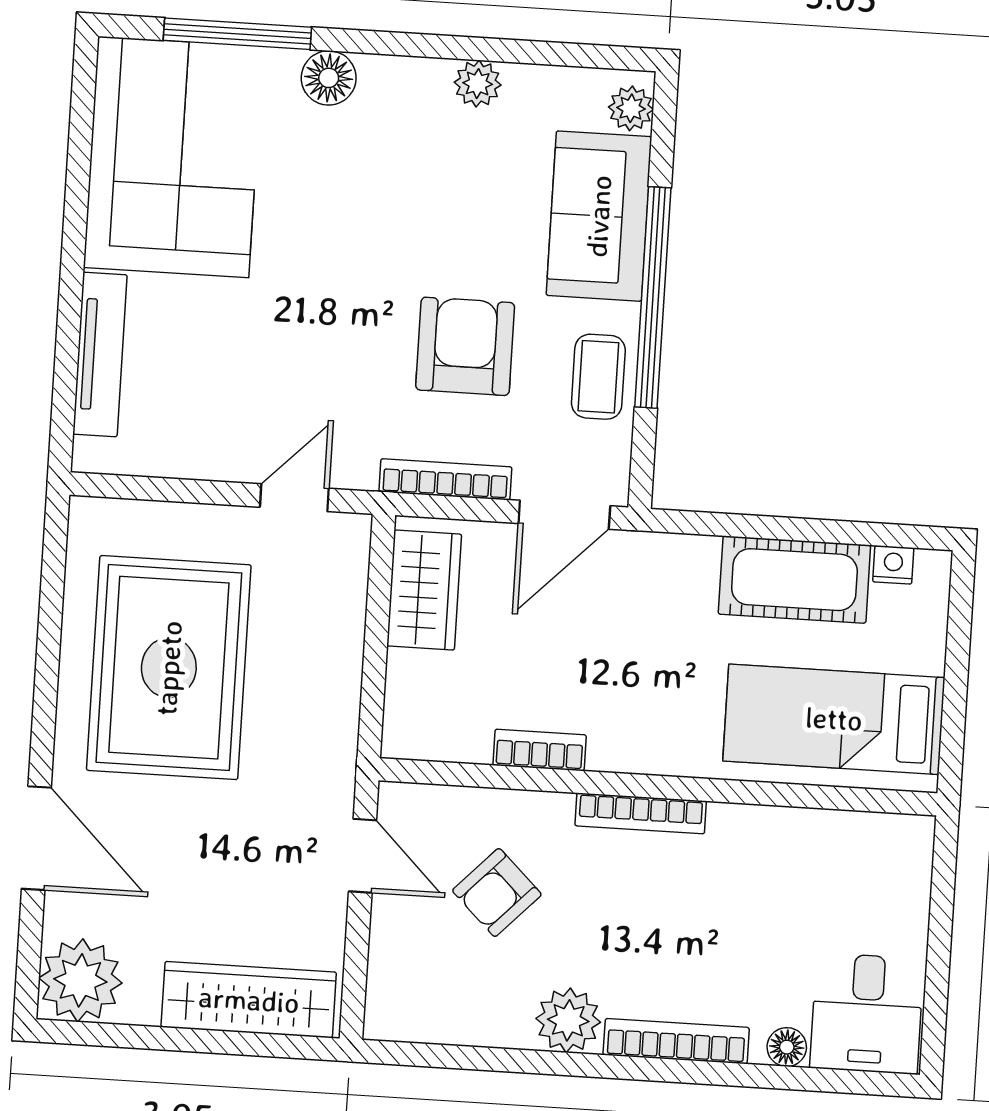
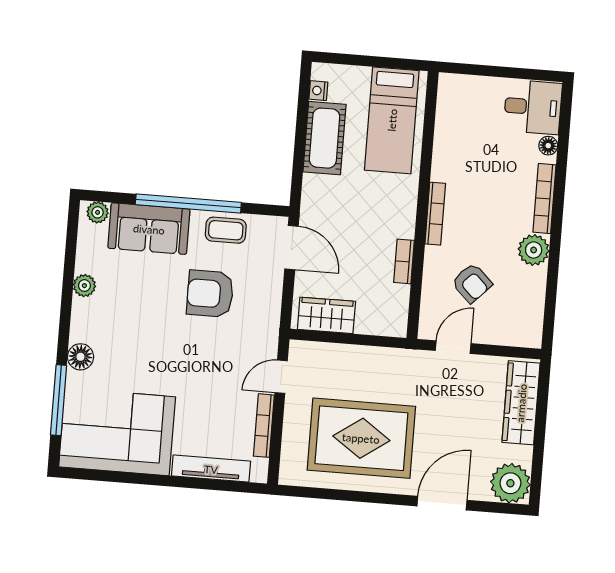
bookcase: (445, 479) -> (264, 426), moved
door: (294, 498) -> (281, 377), hinge flipped

